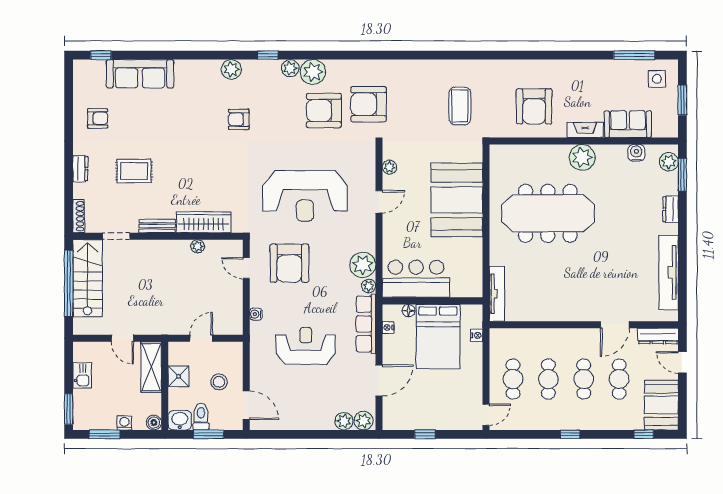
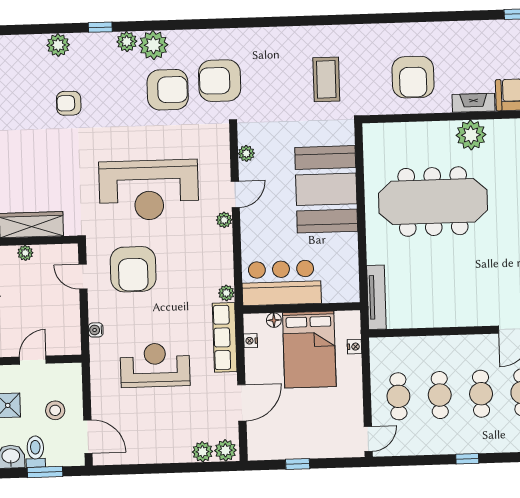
armchair: (324, 111) -> (168, 90), turned 180
plant: (363, 265) -> (224, 220), moved, width x0.53, depth x0.53

